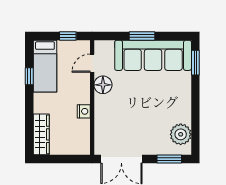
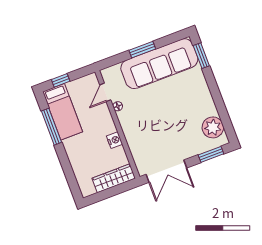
window: (68, 36) -> (61, 80), moved
window: (29, 76) -> (51, 127), width x2.17
floor lamp: (103, 85) -> (118, 106), width x0.53, depth x0.53
wardrobe: (41, 134) -> (114, 178), moved, turned -90

